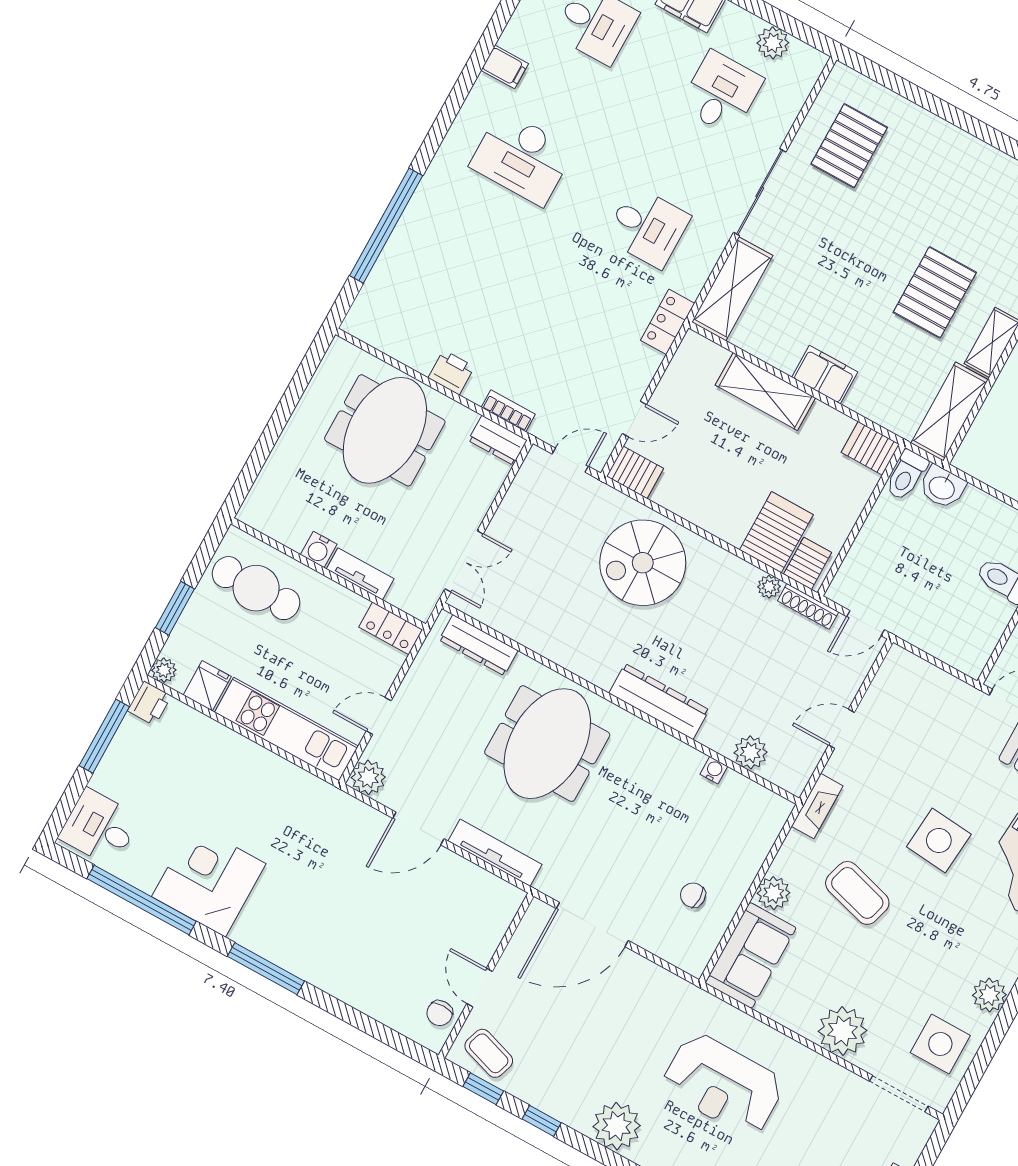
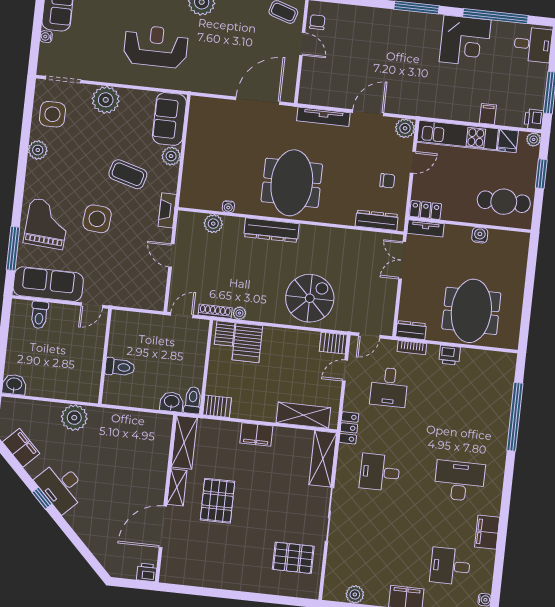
filing cabinet: (505, 67) -> (487, 532), width x2.00
desk: (721, 93) -> (389, 387), moved
pallet: (849, 146) -> (293, 558), turned 90
shelving: (765, 391) -> (303, 415), moved
tv unit: (360, 574) -> (425, 228), moved
door: (842, 729) -> (171, 255), swing flipped
filing cabinet: (222, 744) -> (488, 114), added
meeting table: (547, 744) -> (292, 183), moved
chair: (693, 895) -> (387, 181), moved

